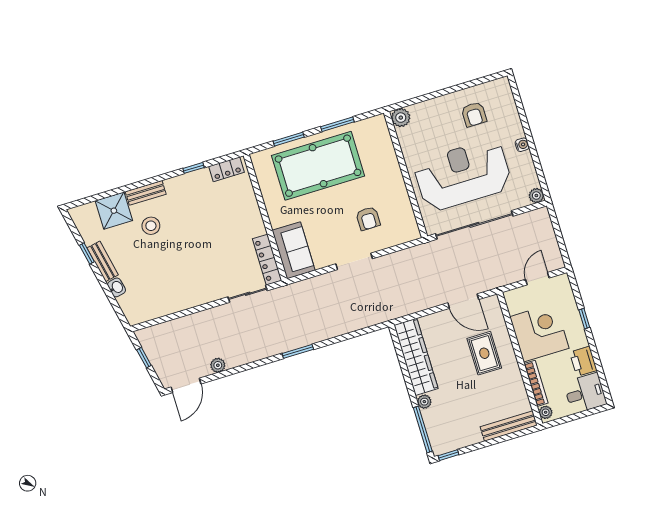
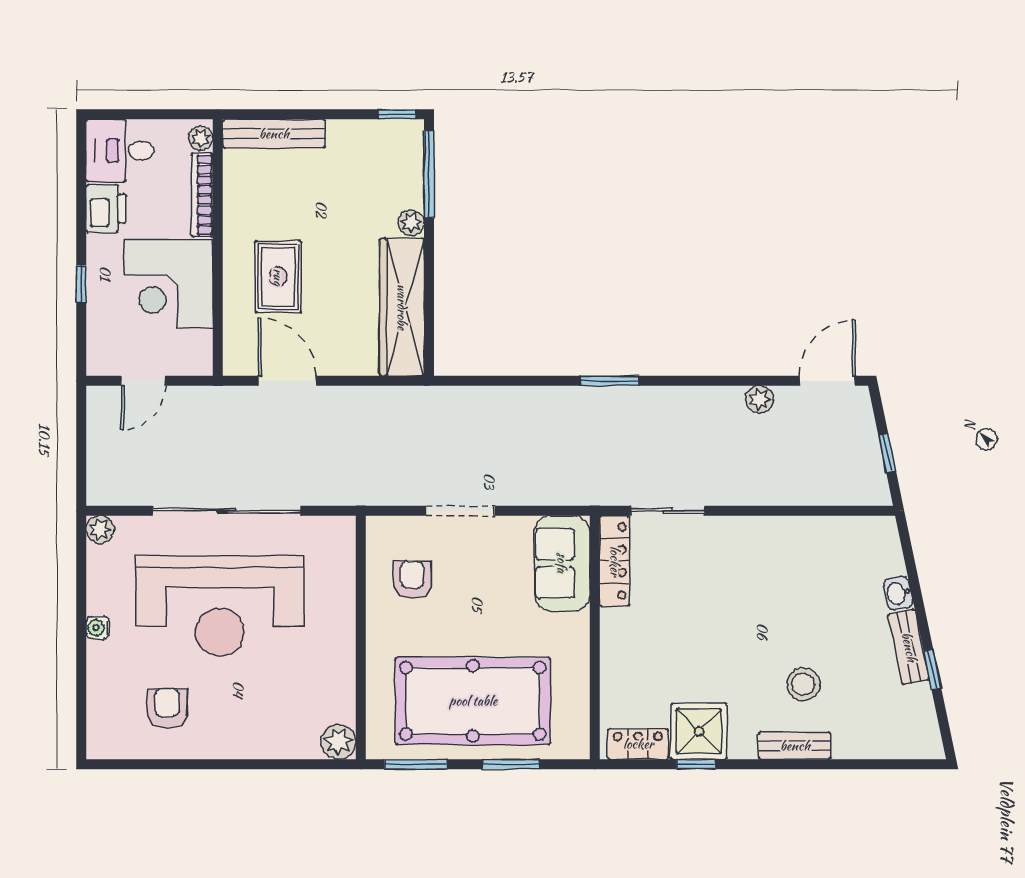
plant: (401, 118) -> (338, 742), moved
wall: (406, 175) -> (361, 638), moved
shower: (114, 211) -> (699, 731), moved

